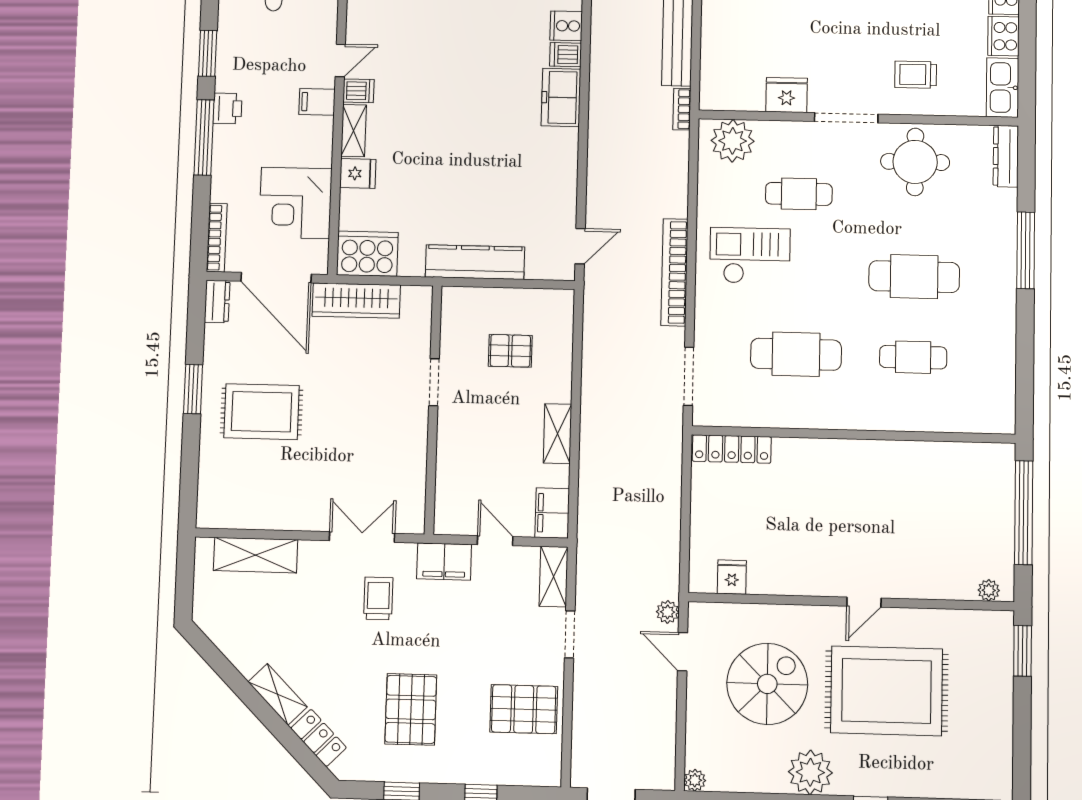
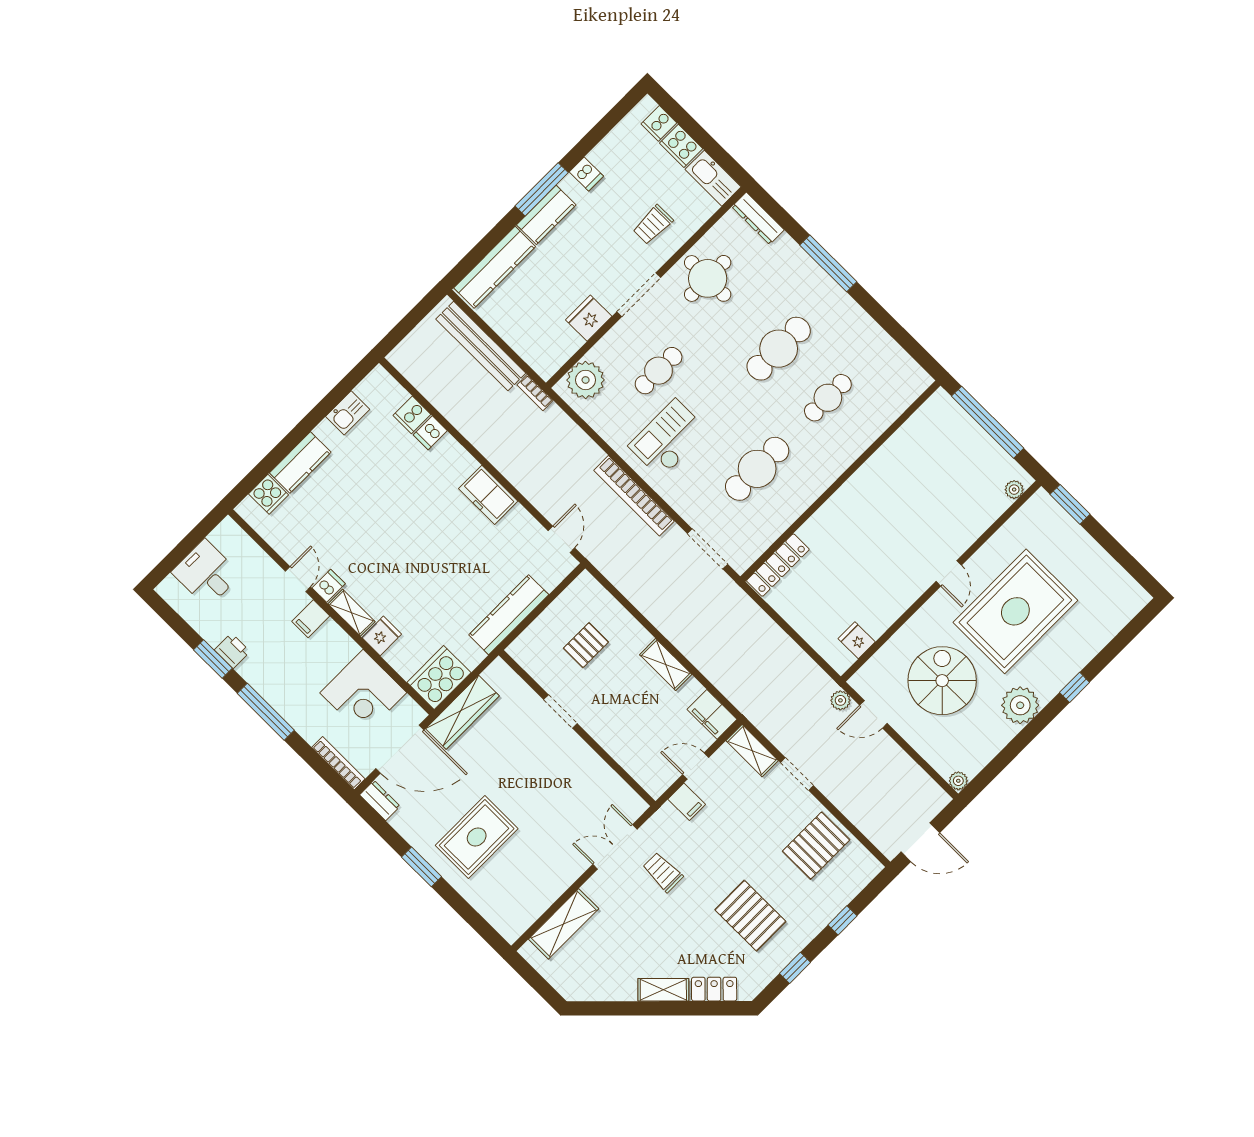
freezer: (561, 97) -> (488, 495), moved
printer: (227, 108) -> (232, 651), moved
filing cabinet: (444, 562) -> (687, 802), width x0.50

